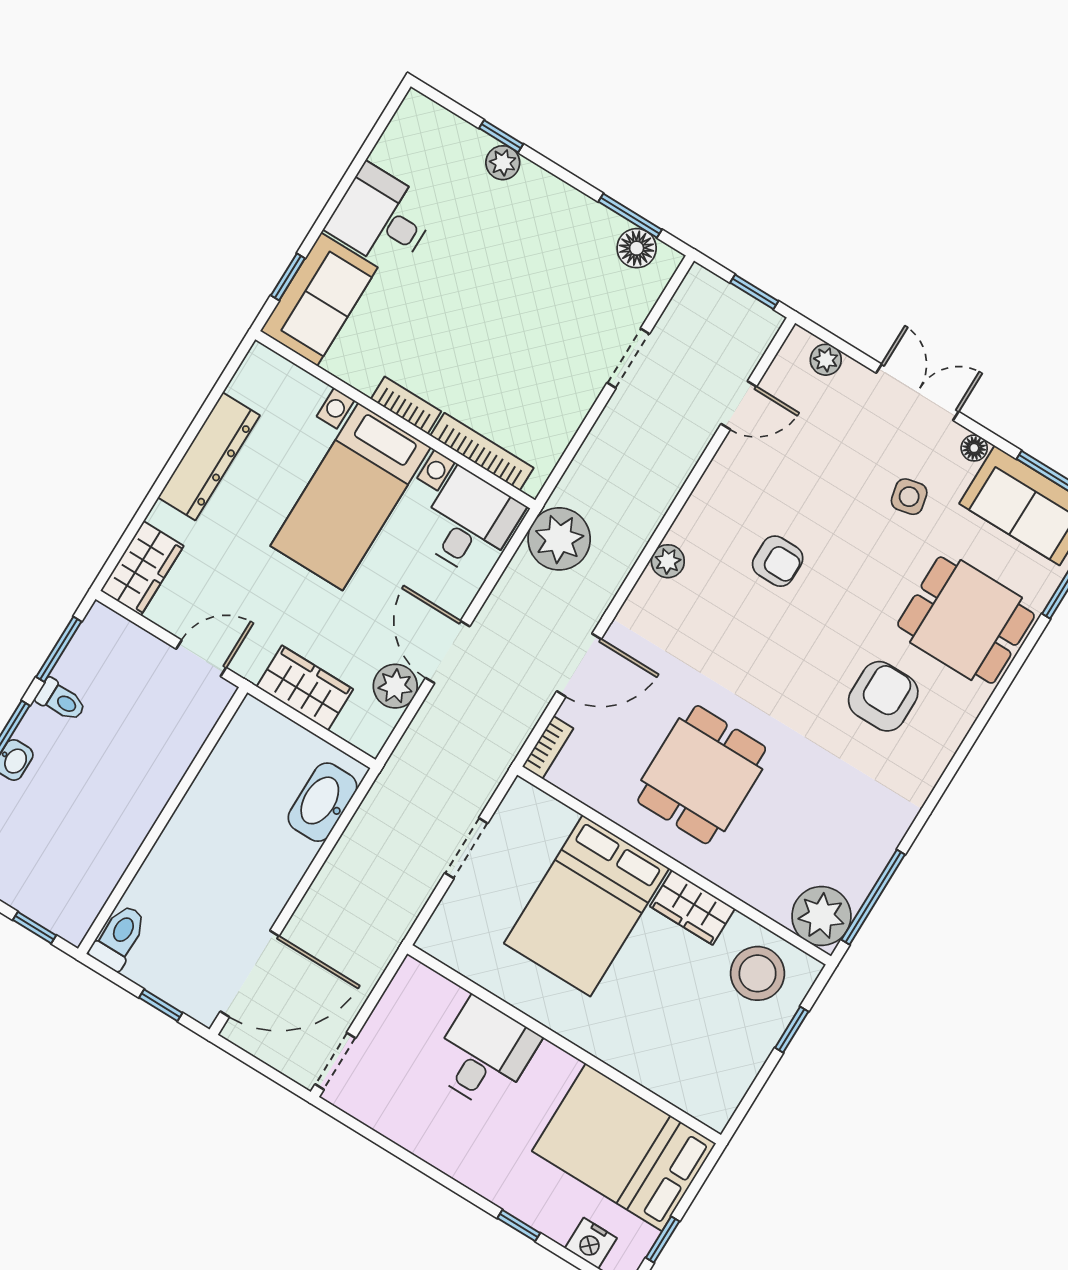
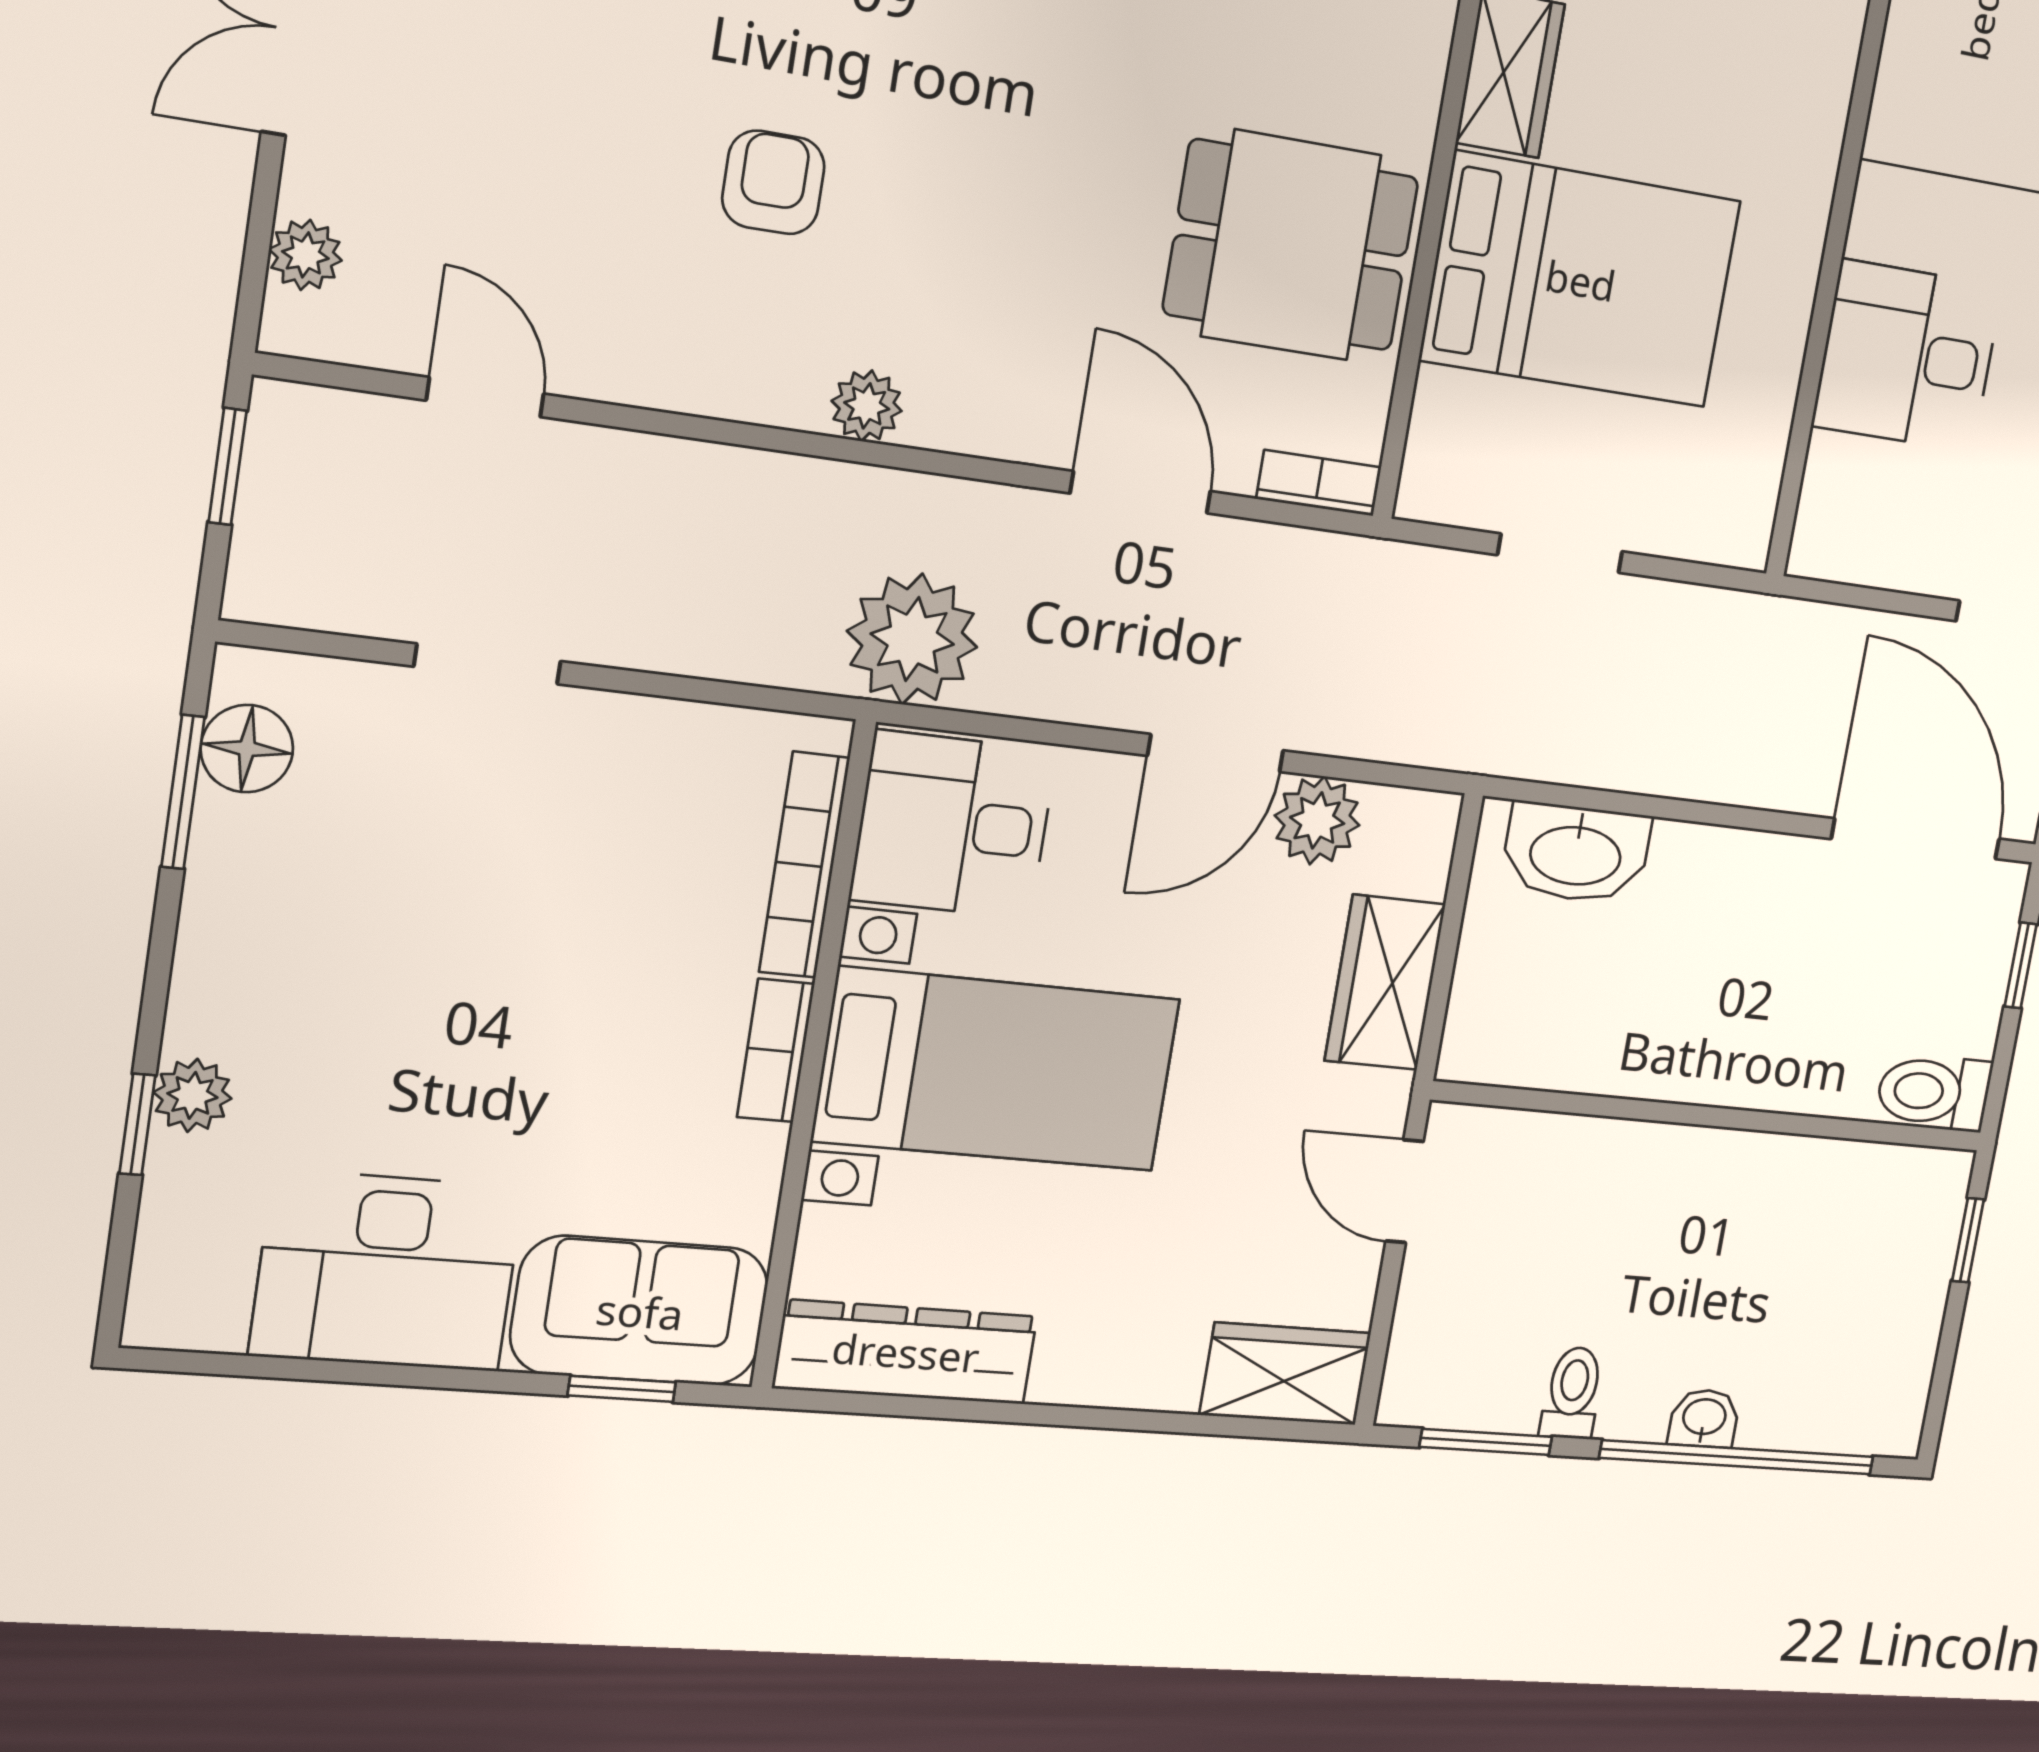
desk: (382, 218) -> (387, 1271), width x1.37
dresser: (209, 456) -> (906, 1352), moved
dining table: (702, 775) -> (1291, 245), moved

